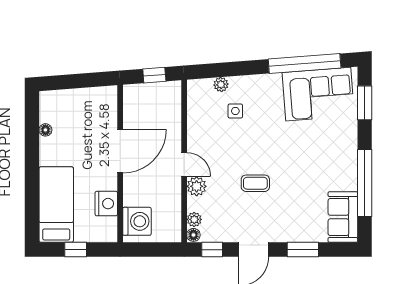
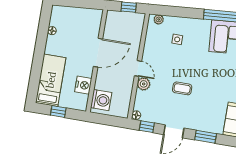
plant: (221, 84) -> (159, 19), moved
plant: (194, 219) -> (138, 105), removed

